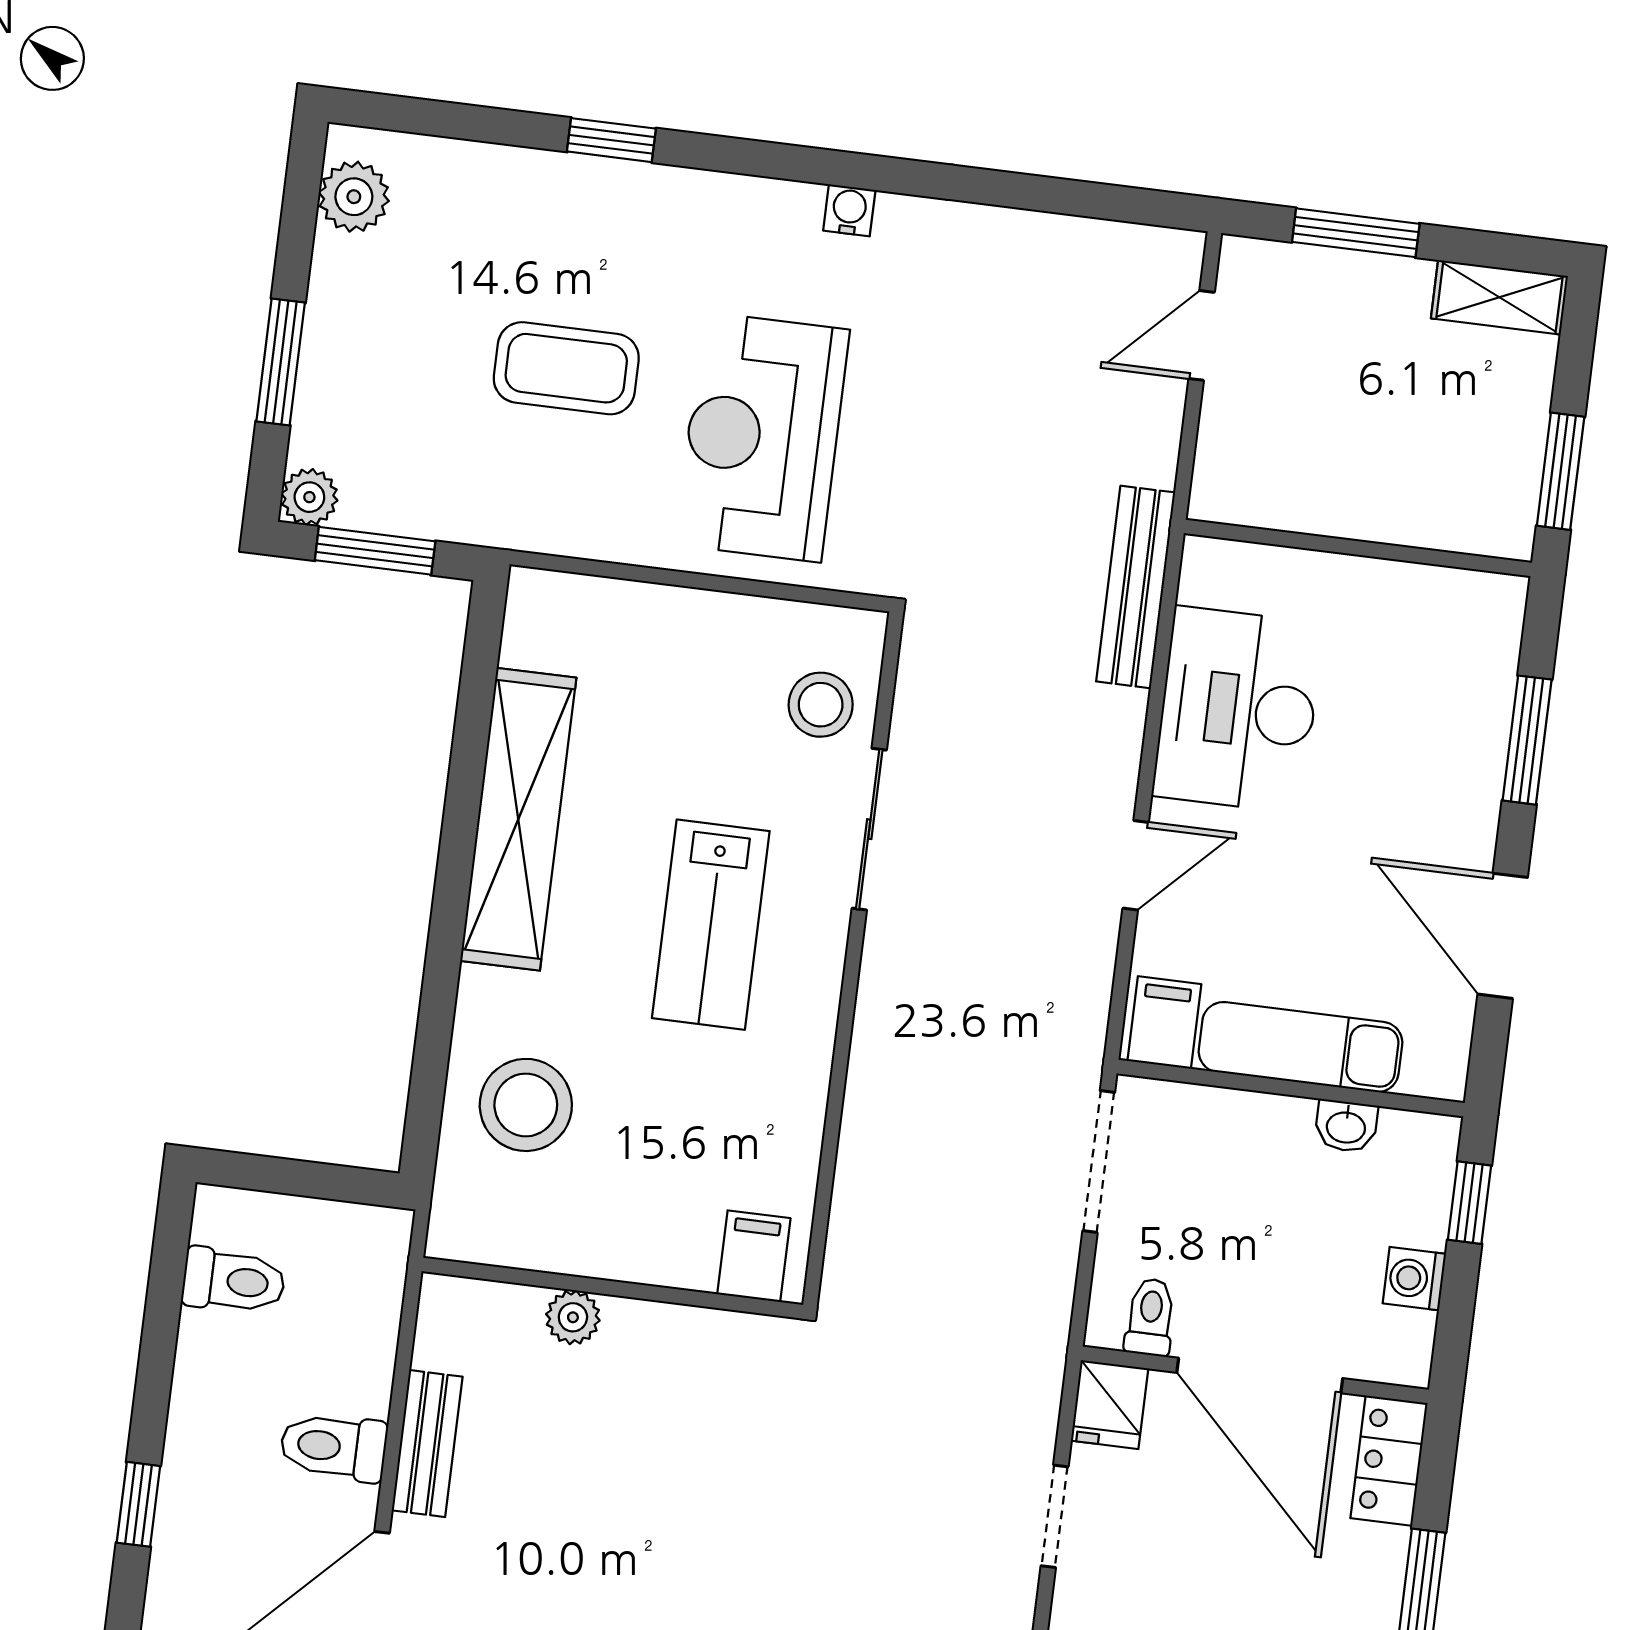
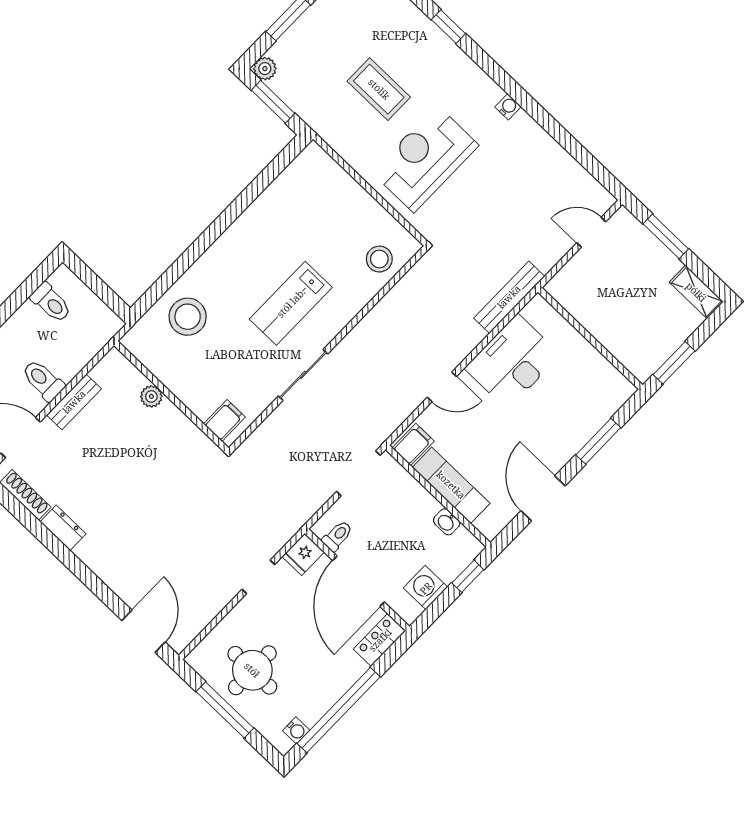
shelving: (518, 819) -> (254, 223), removed
sliding door: (869, 829) -> (303, 375), moved
washing machine: (1414, 1279) -> (426, 588), width x1.38, depth x1.38

